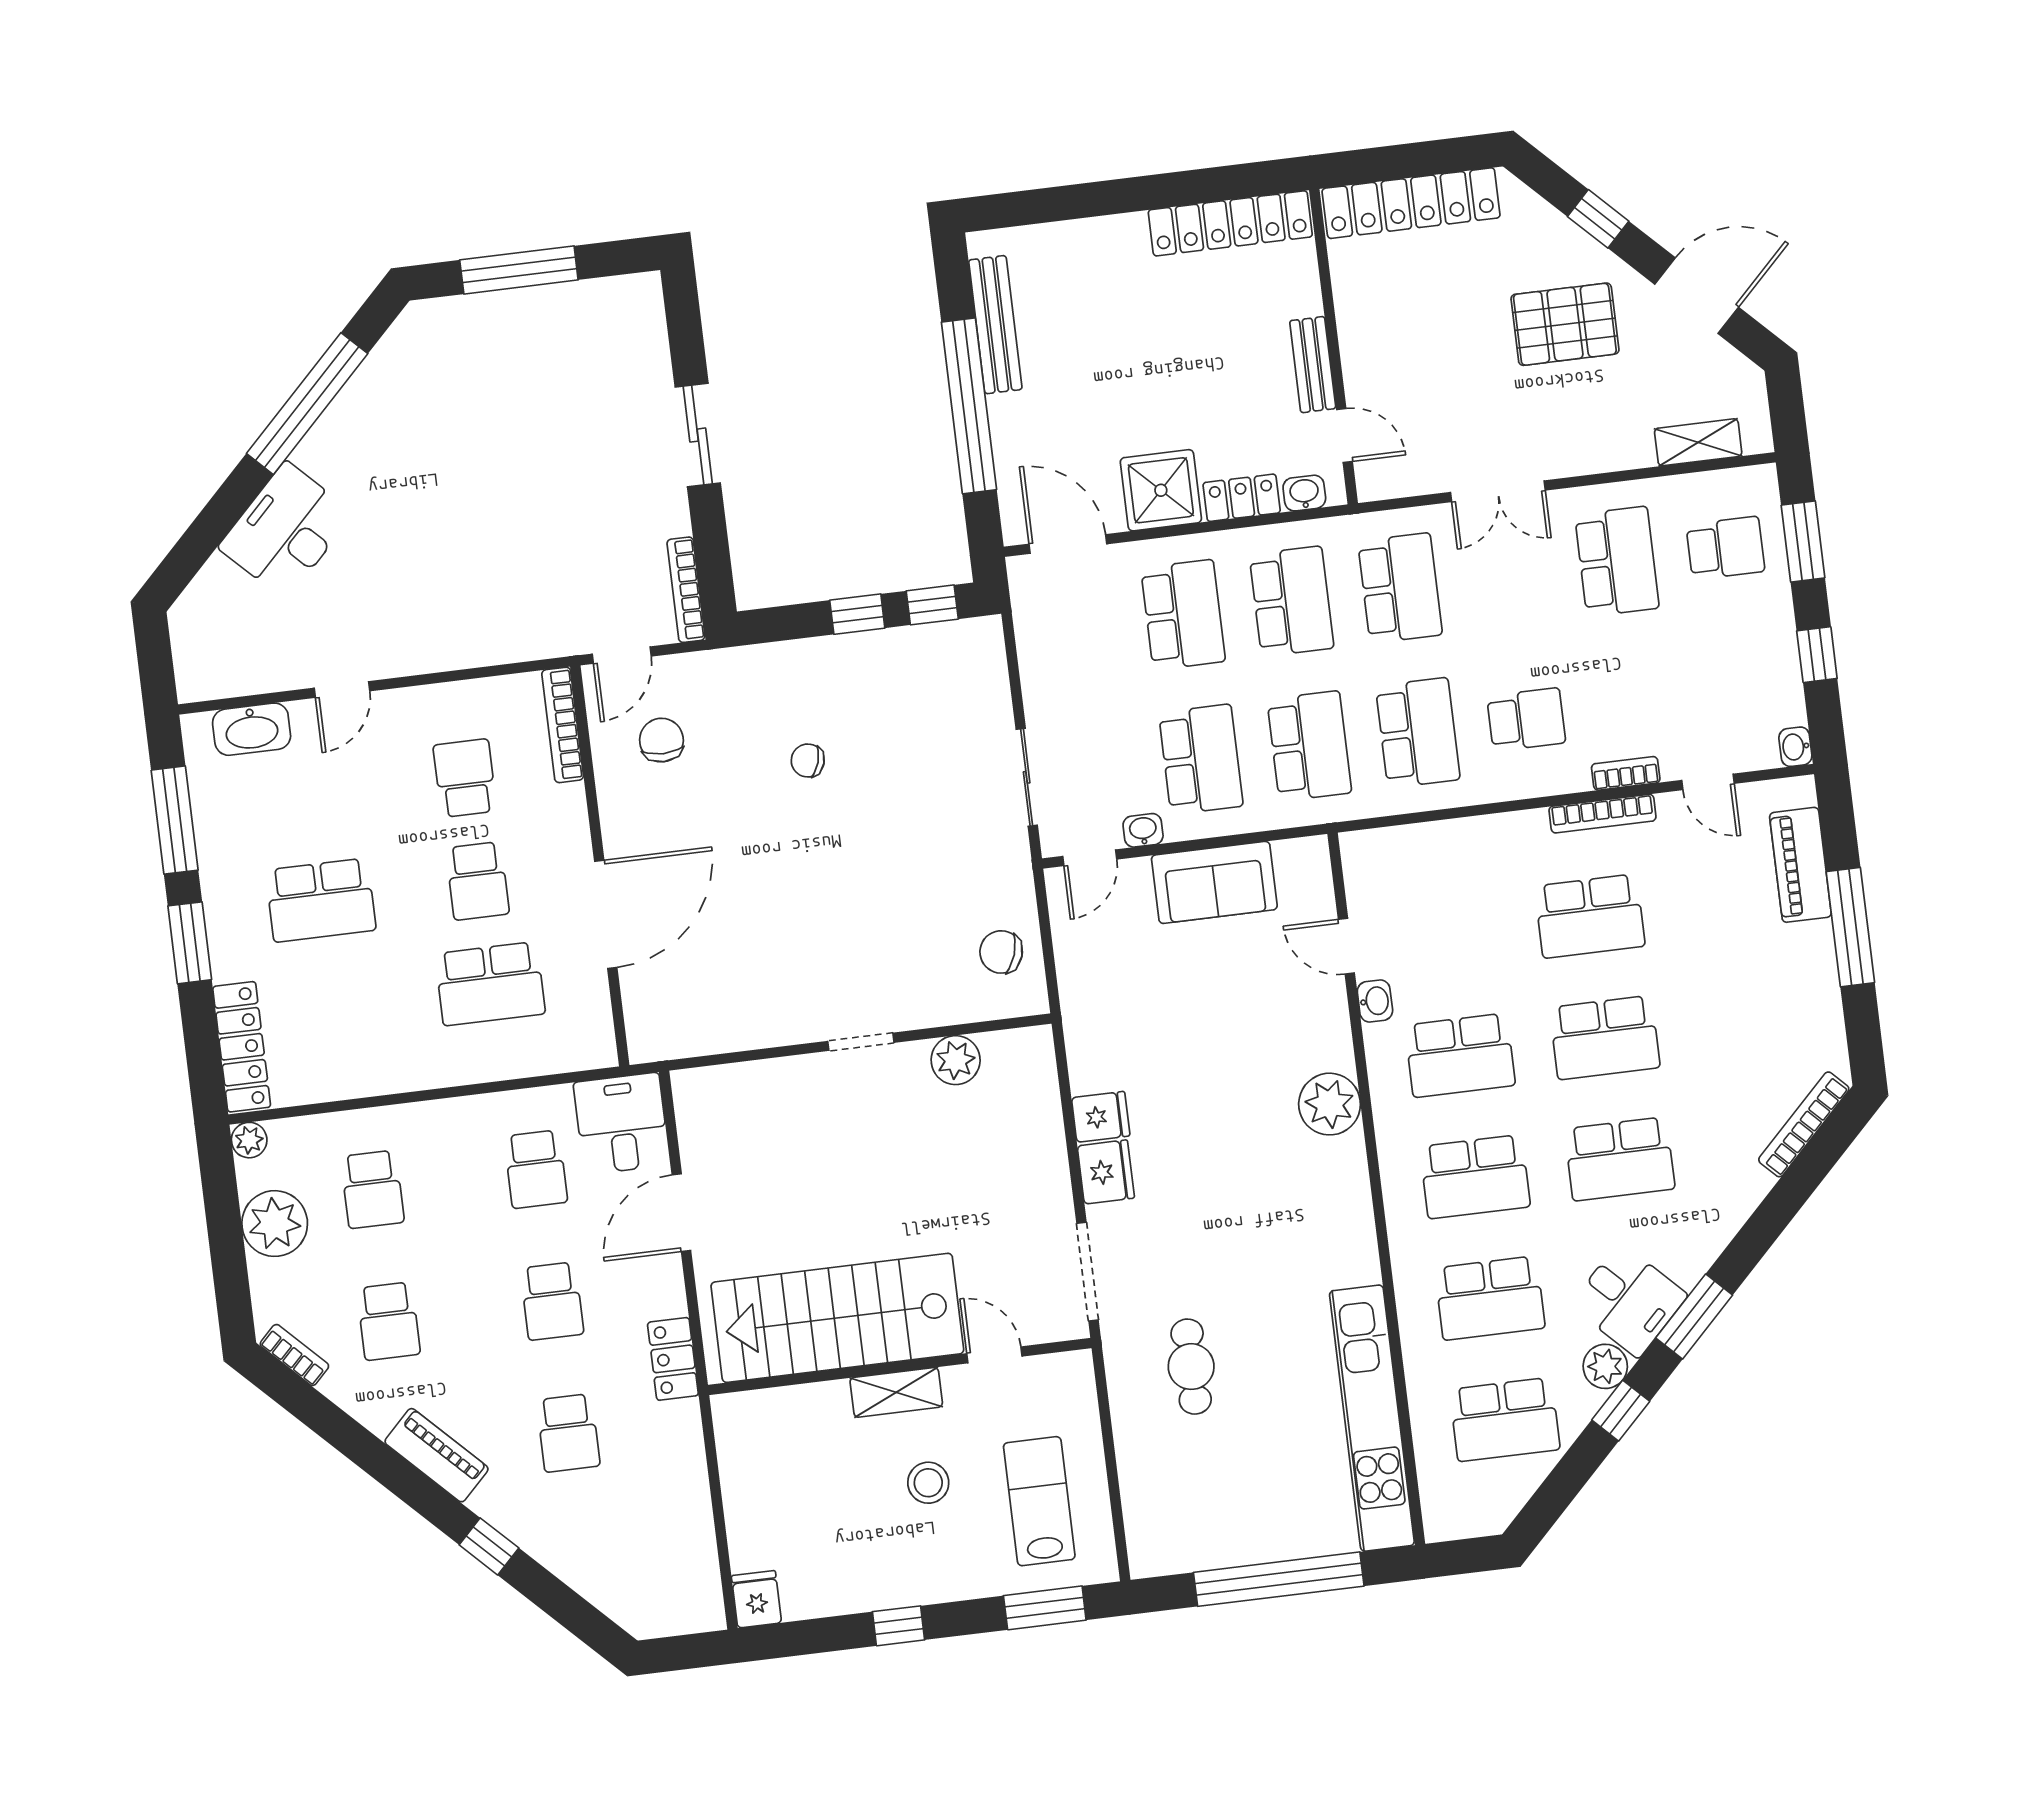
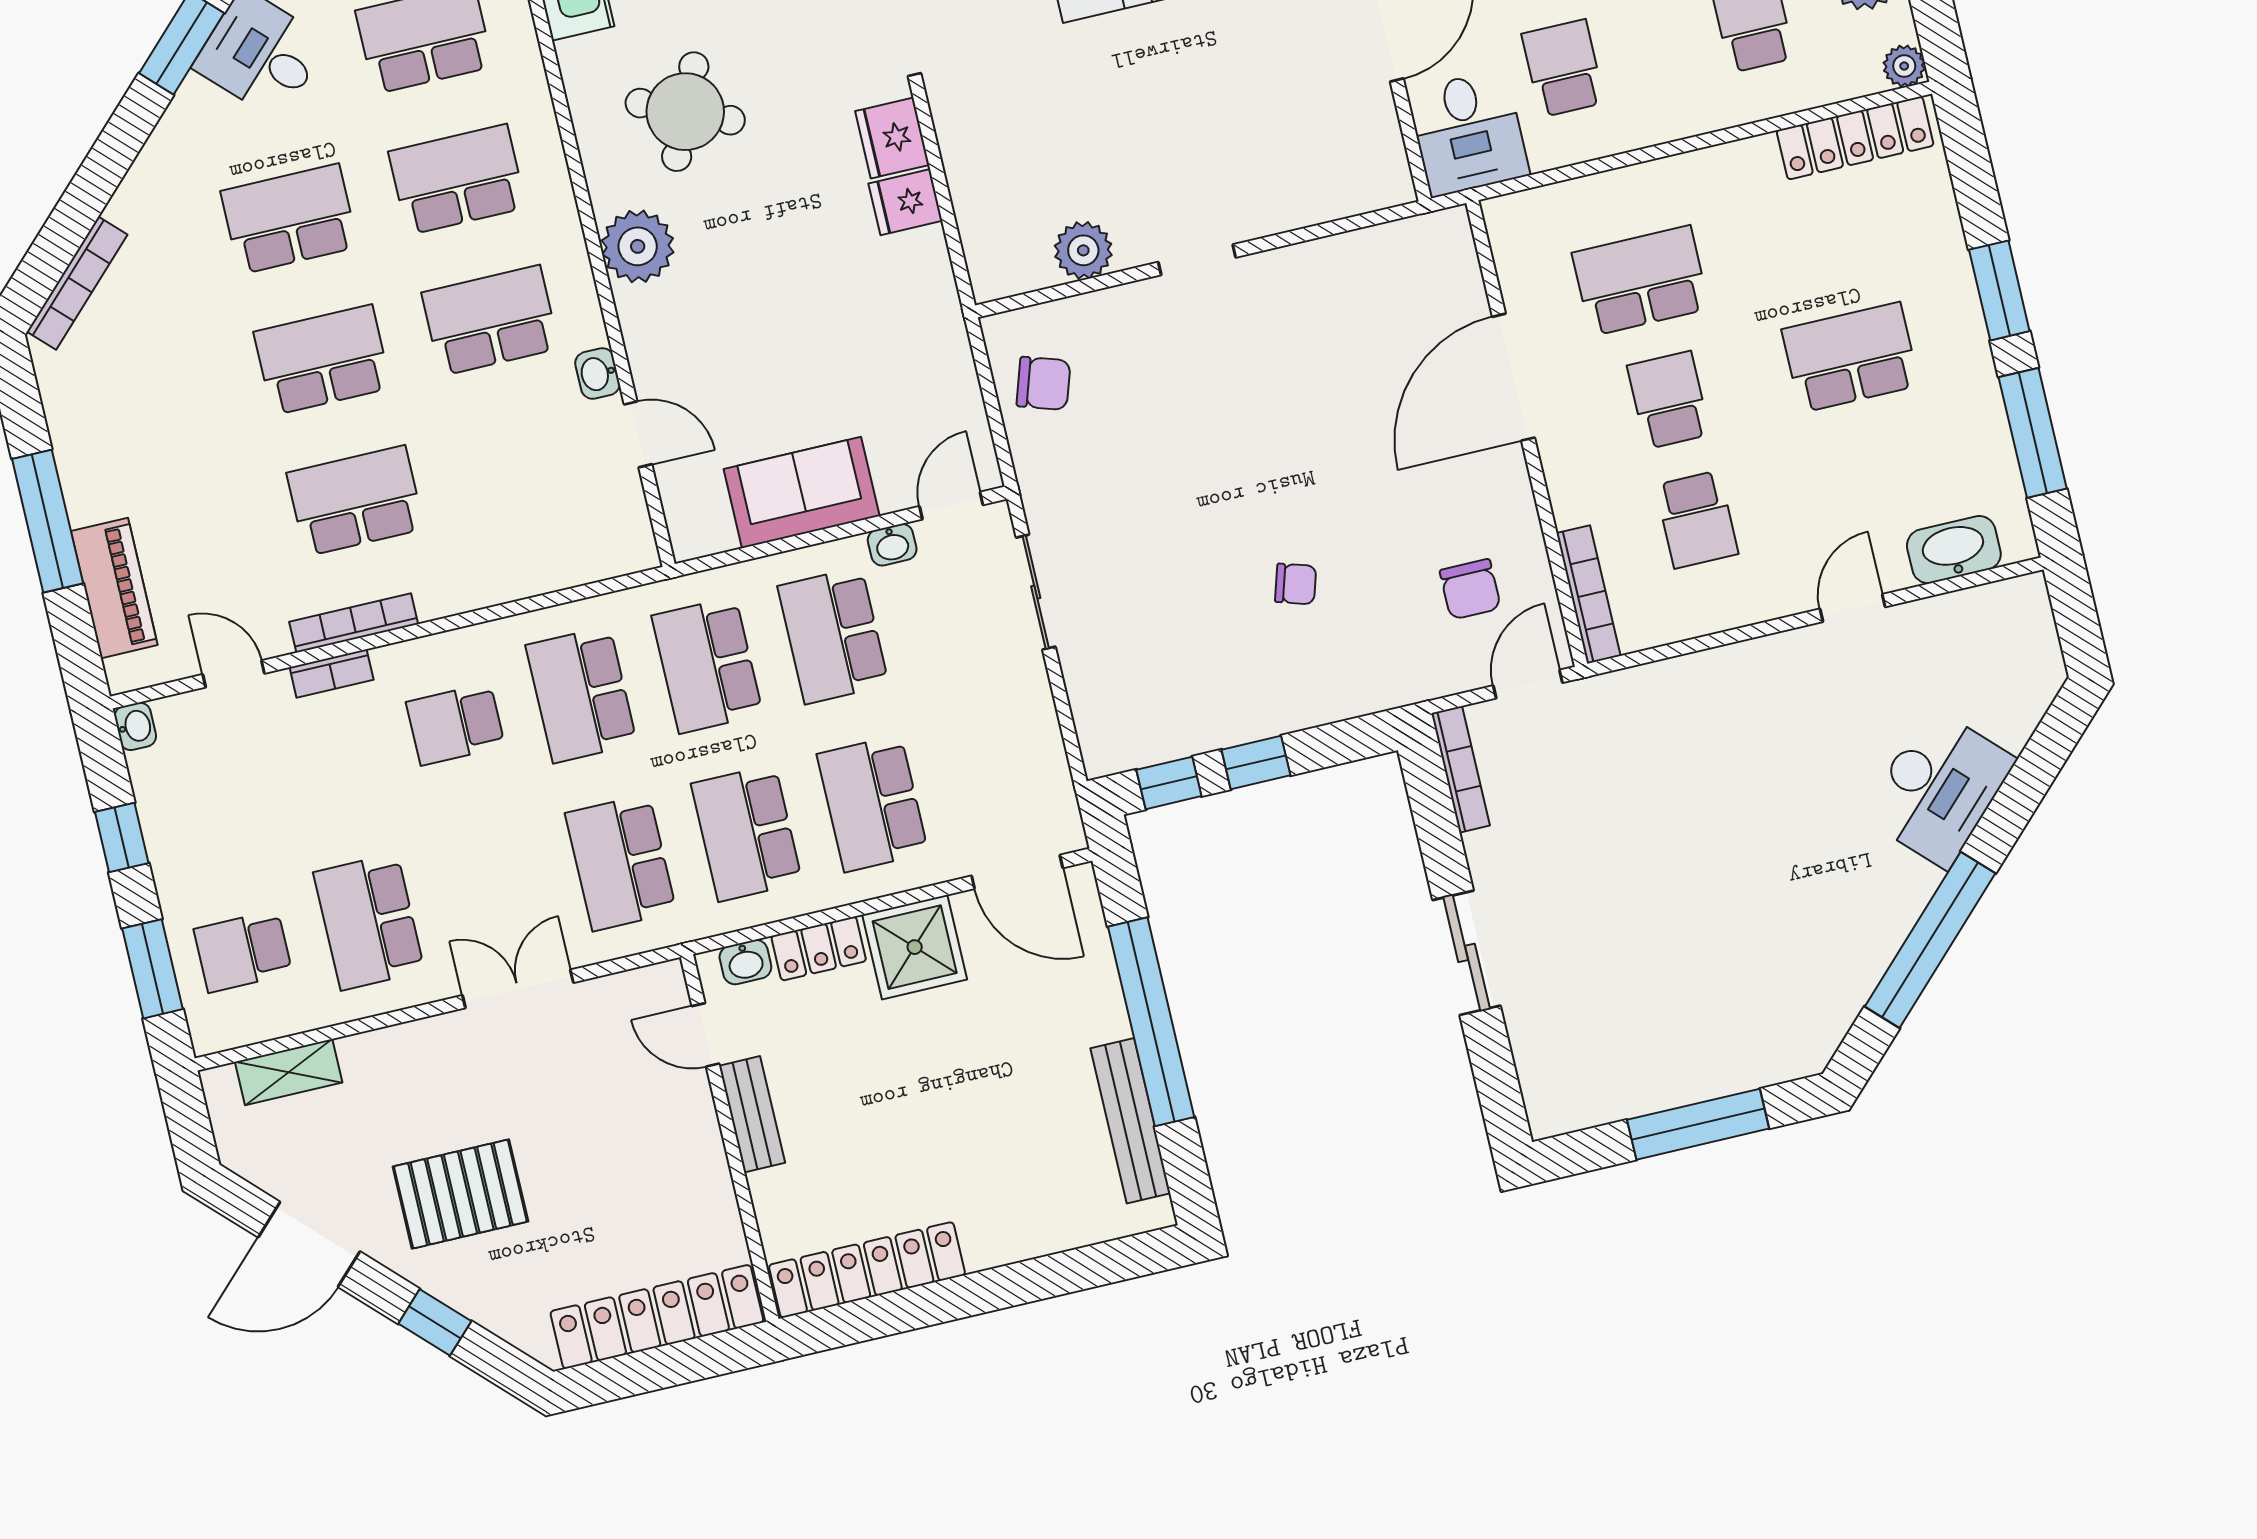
locker: (242, 1047) -> (1855, 138), moved, turned -90
round table: (1277, 1213) -> (685, 112), added

